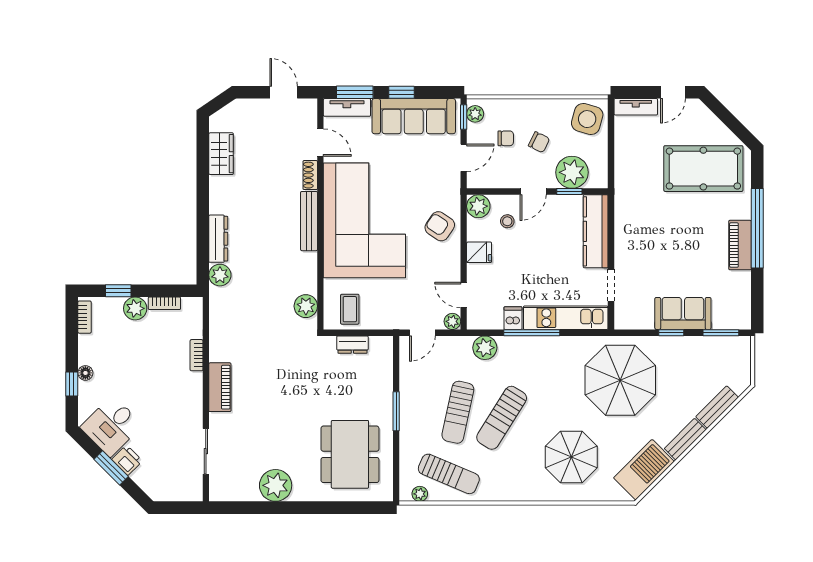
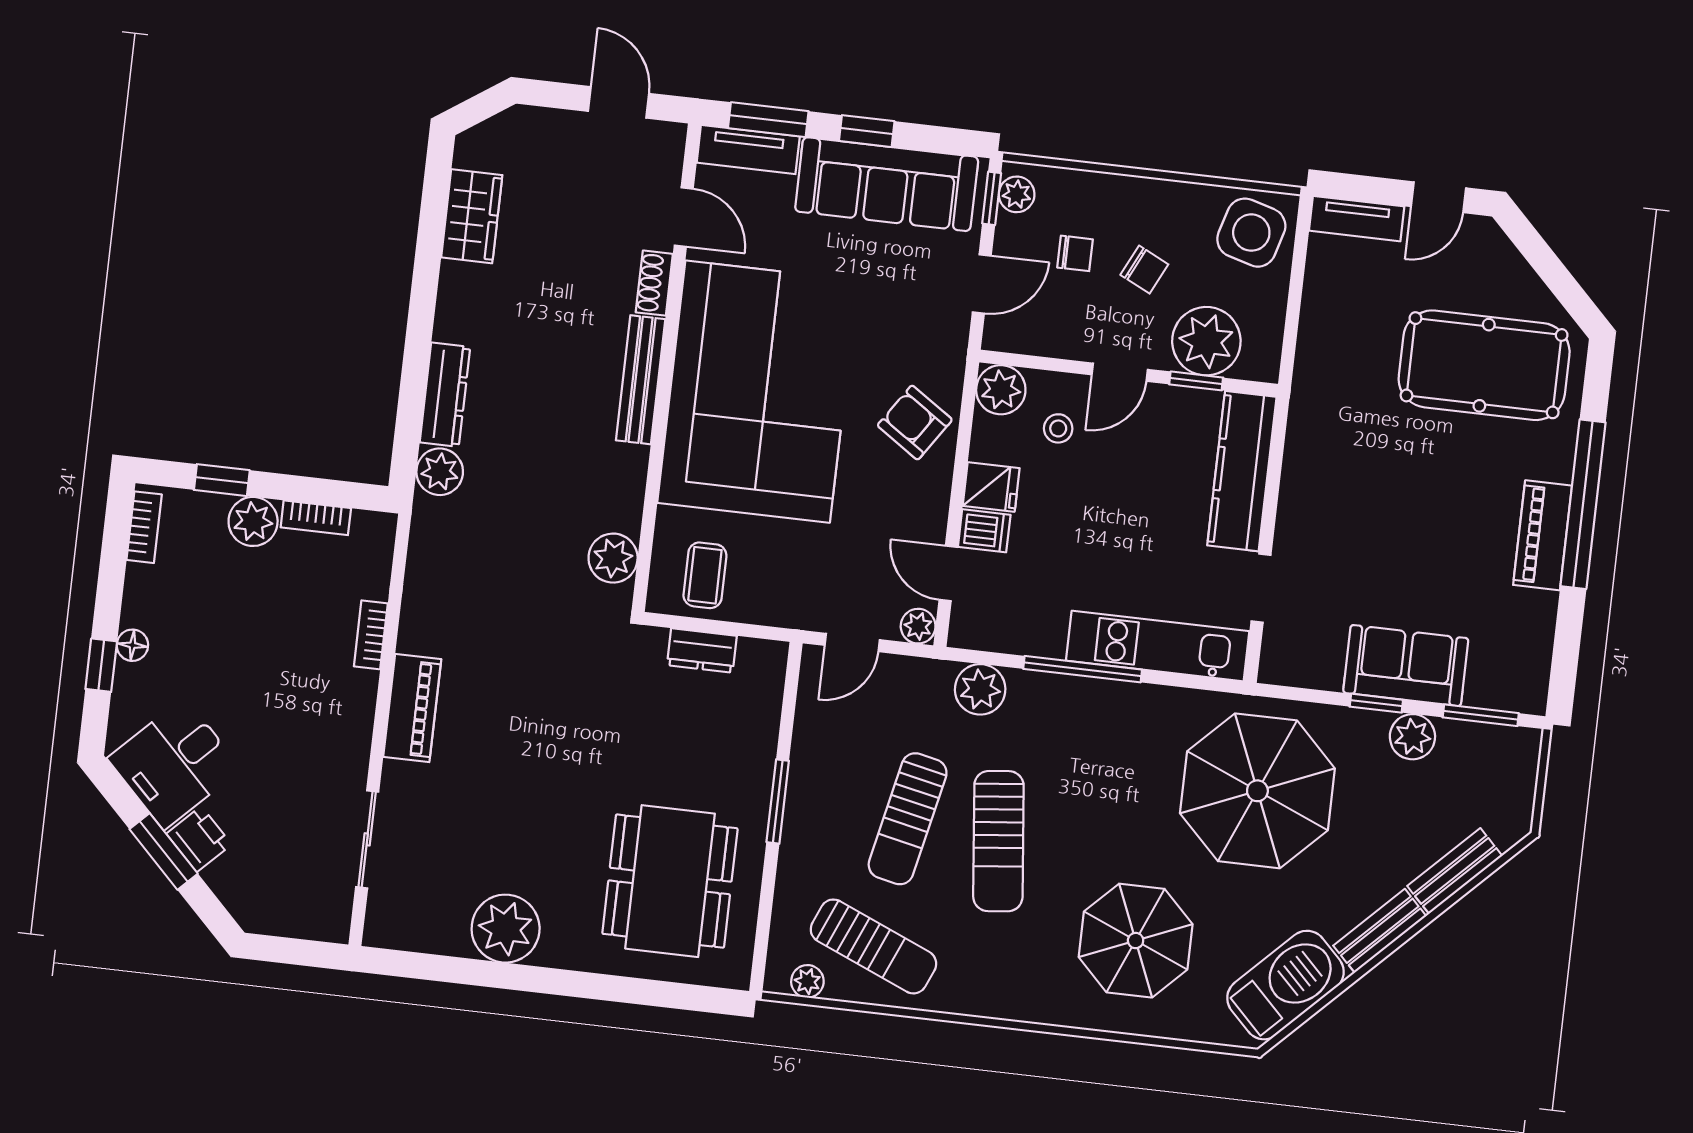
dishwasher: (513, 318) -> (984, 531), moved, turned 90
plant: (690, 346) -> (1412, 737), added
sun lounger: (502, 418) -> (998, 841), turned -38

